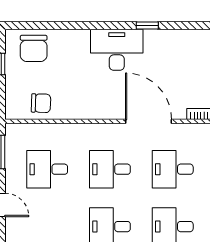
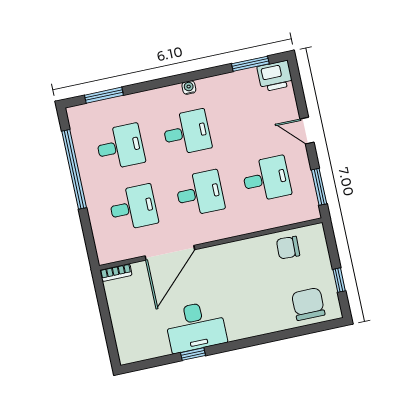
desk: (117, 50) -> (196, 327), moved
door: (148, 121) -> (170, 253), hinge flipped

